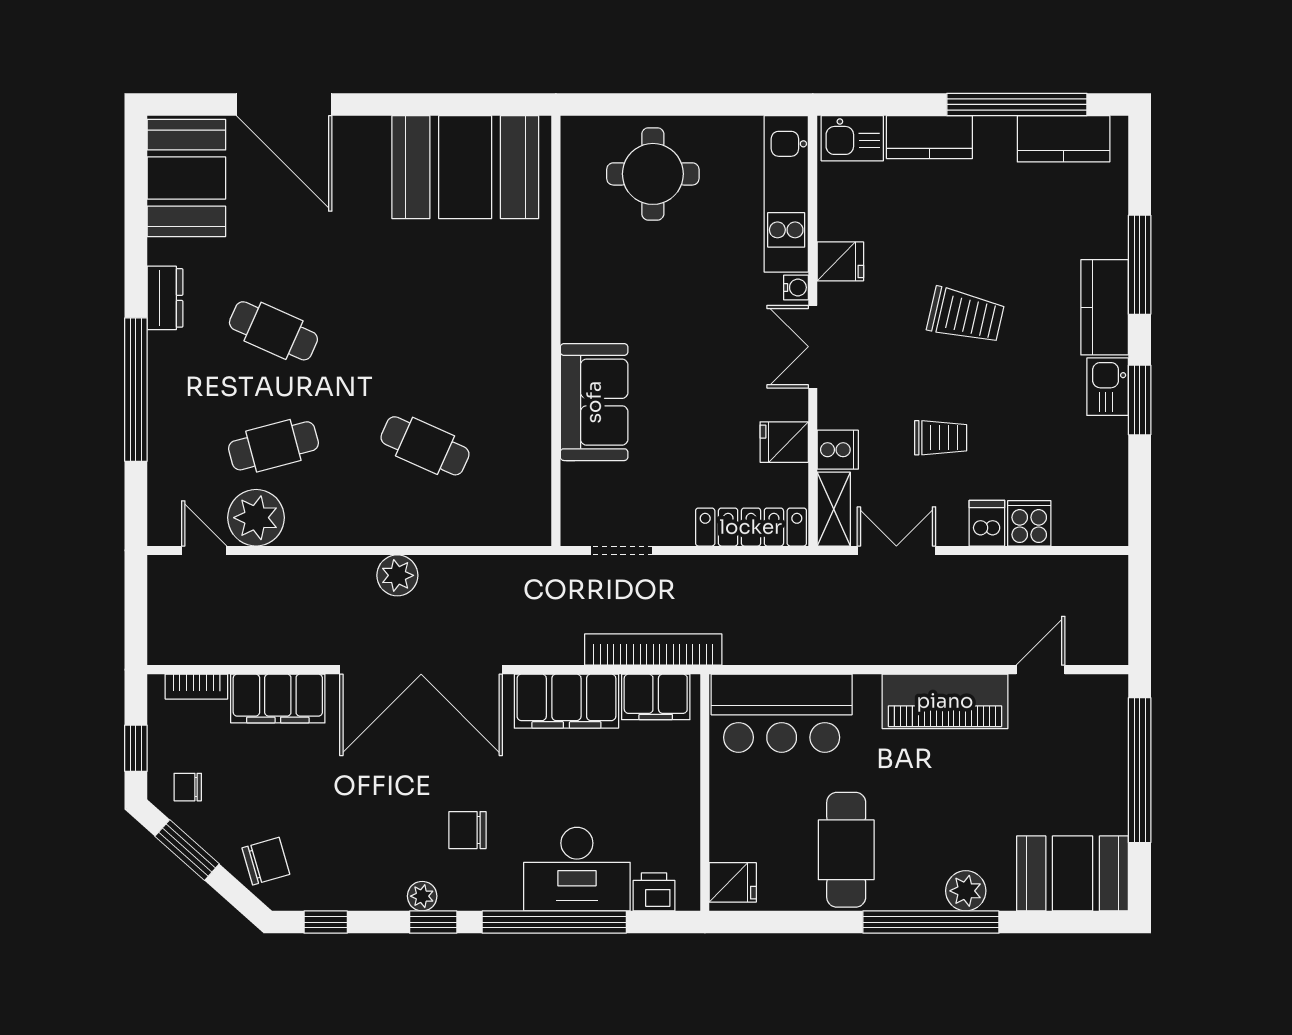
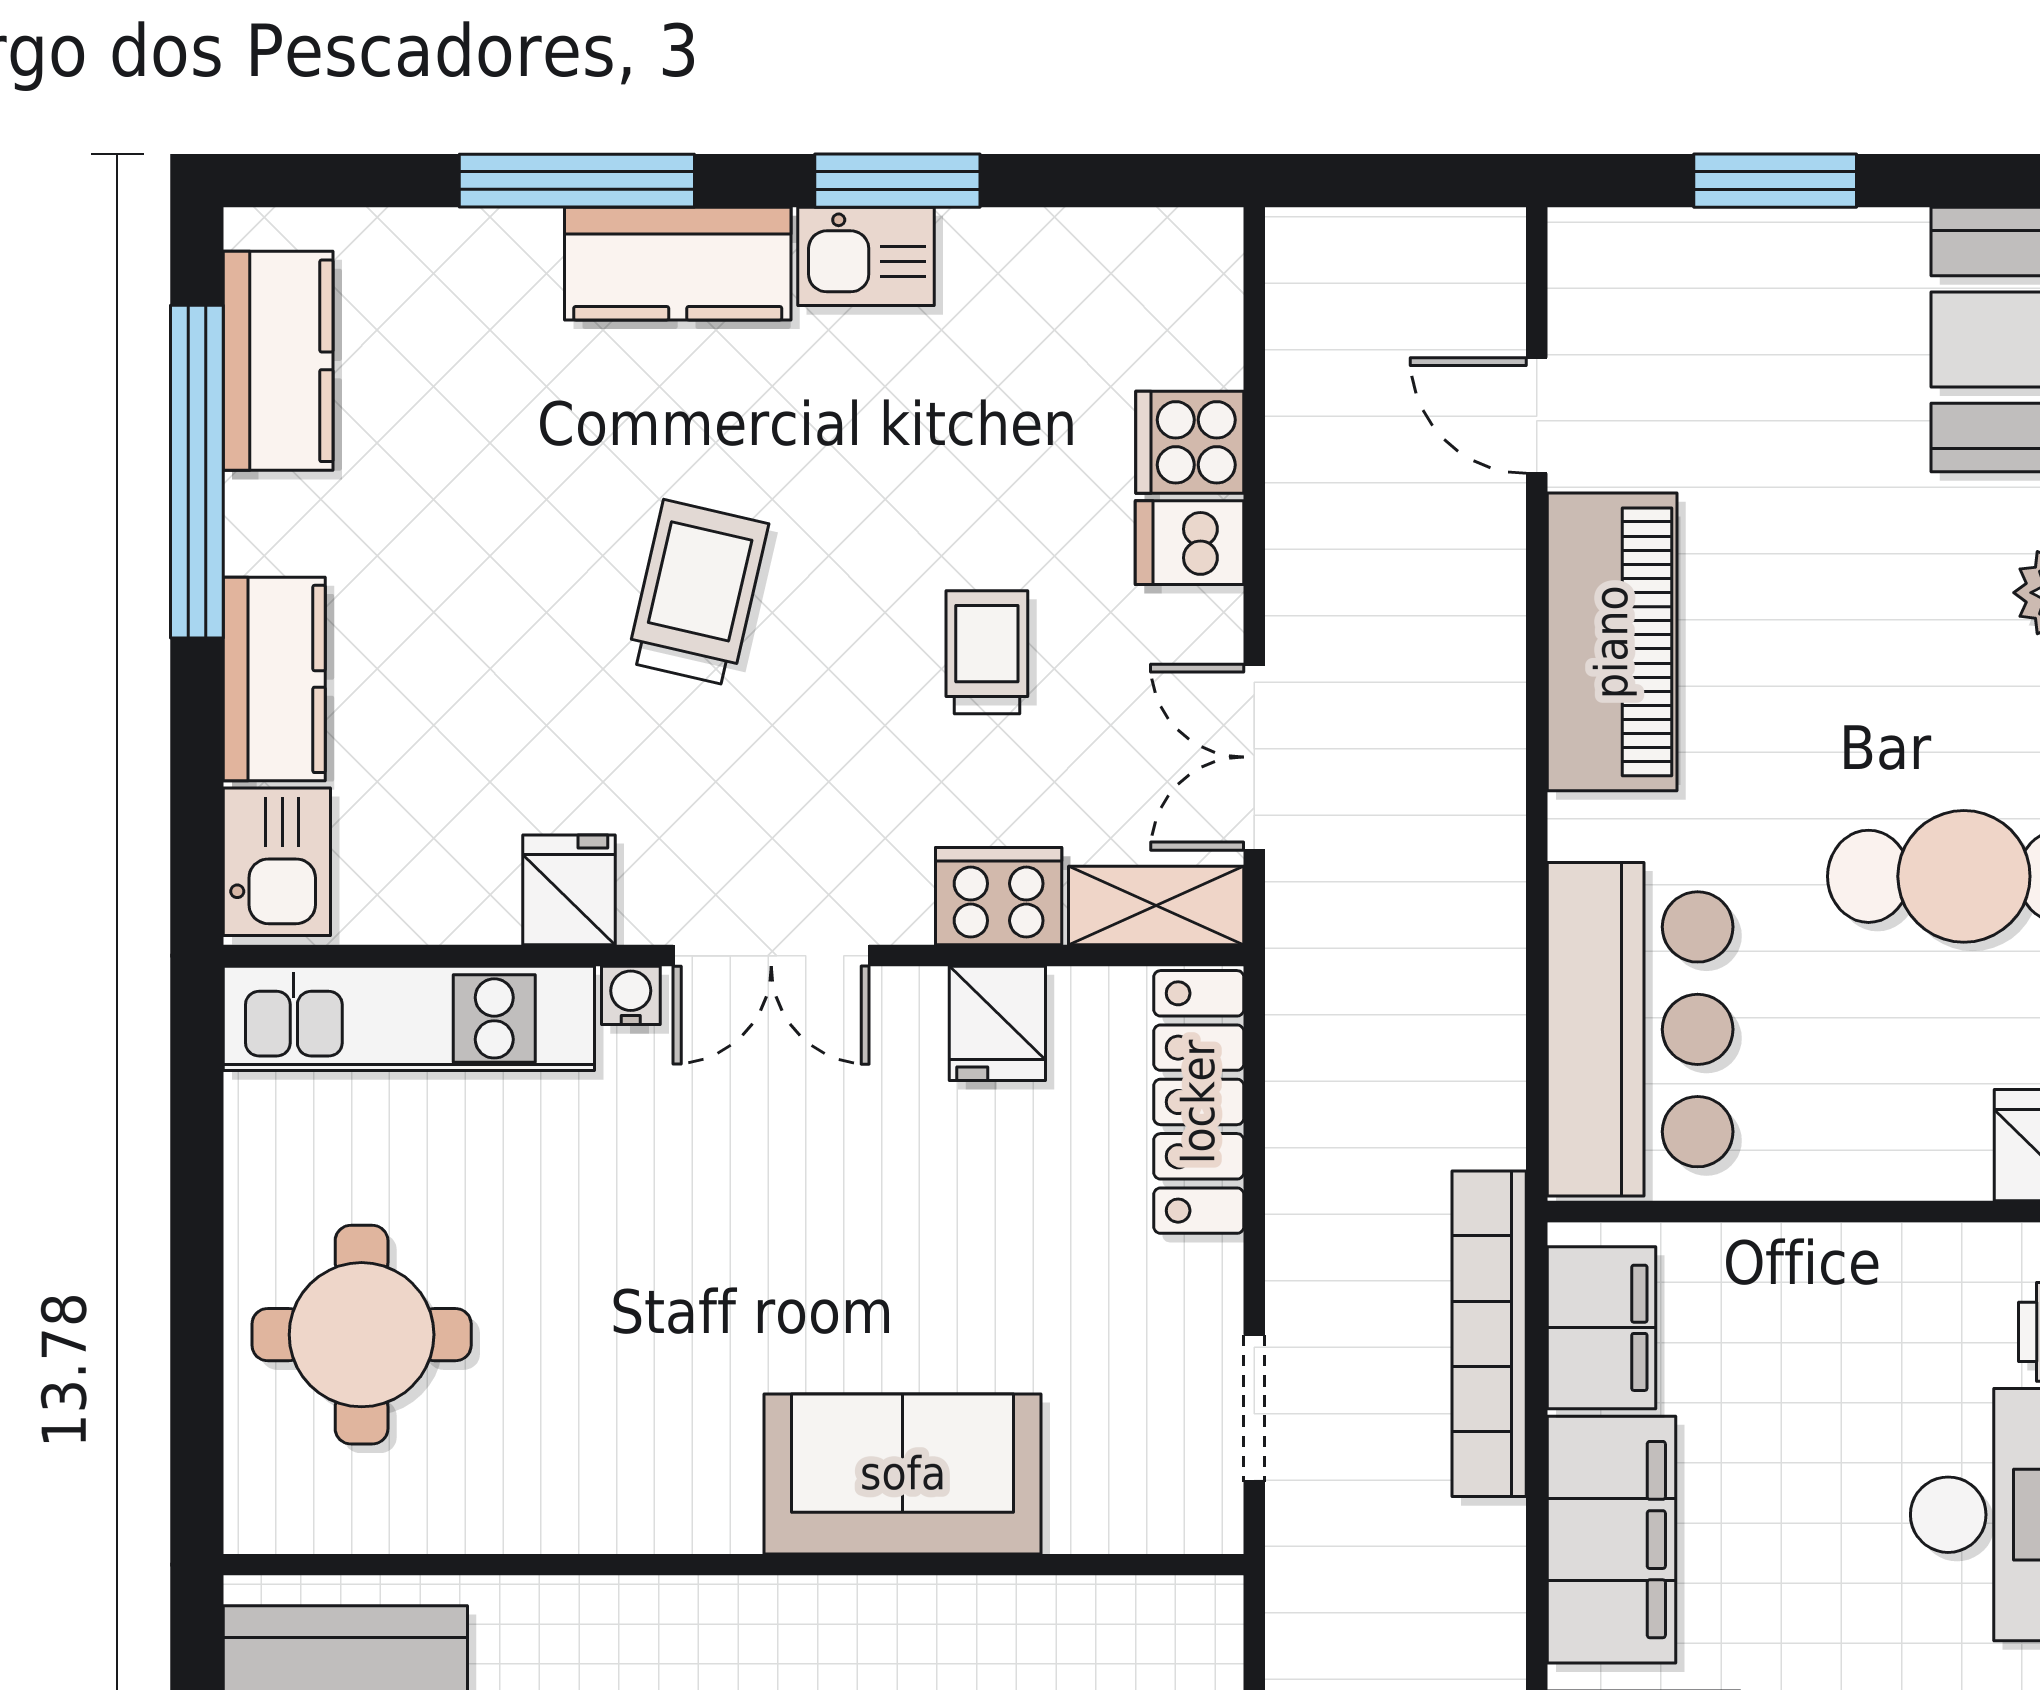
cooker: (838, 450) -> (999, 896), width x1.36
window: (1140, 770) -> (1775, 181), width x0.47

